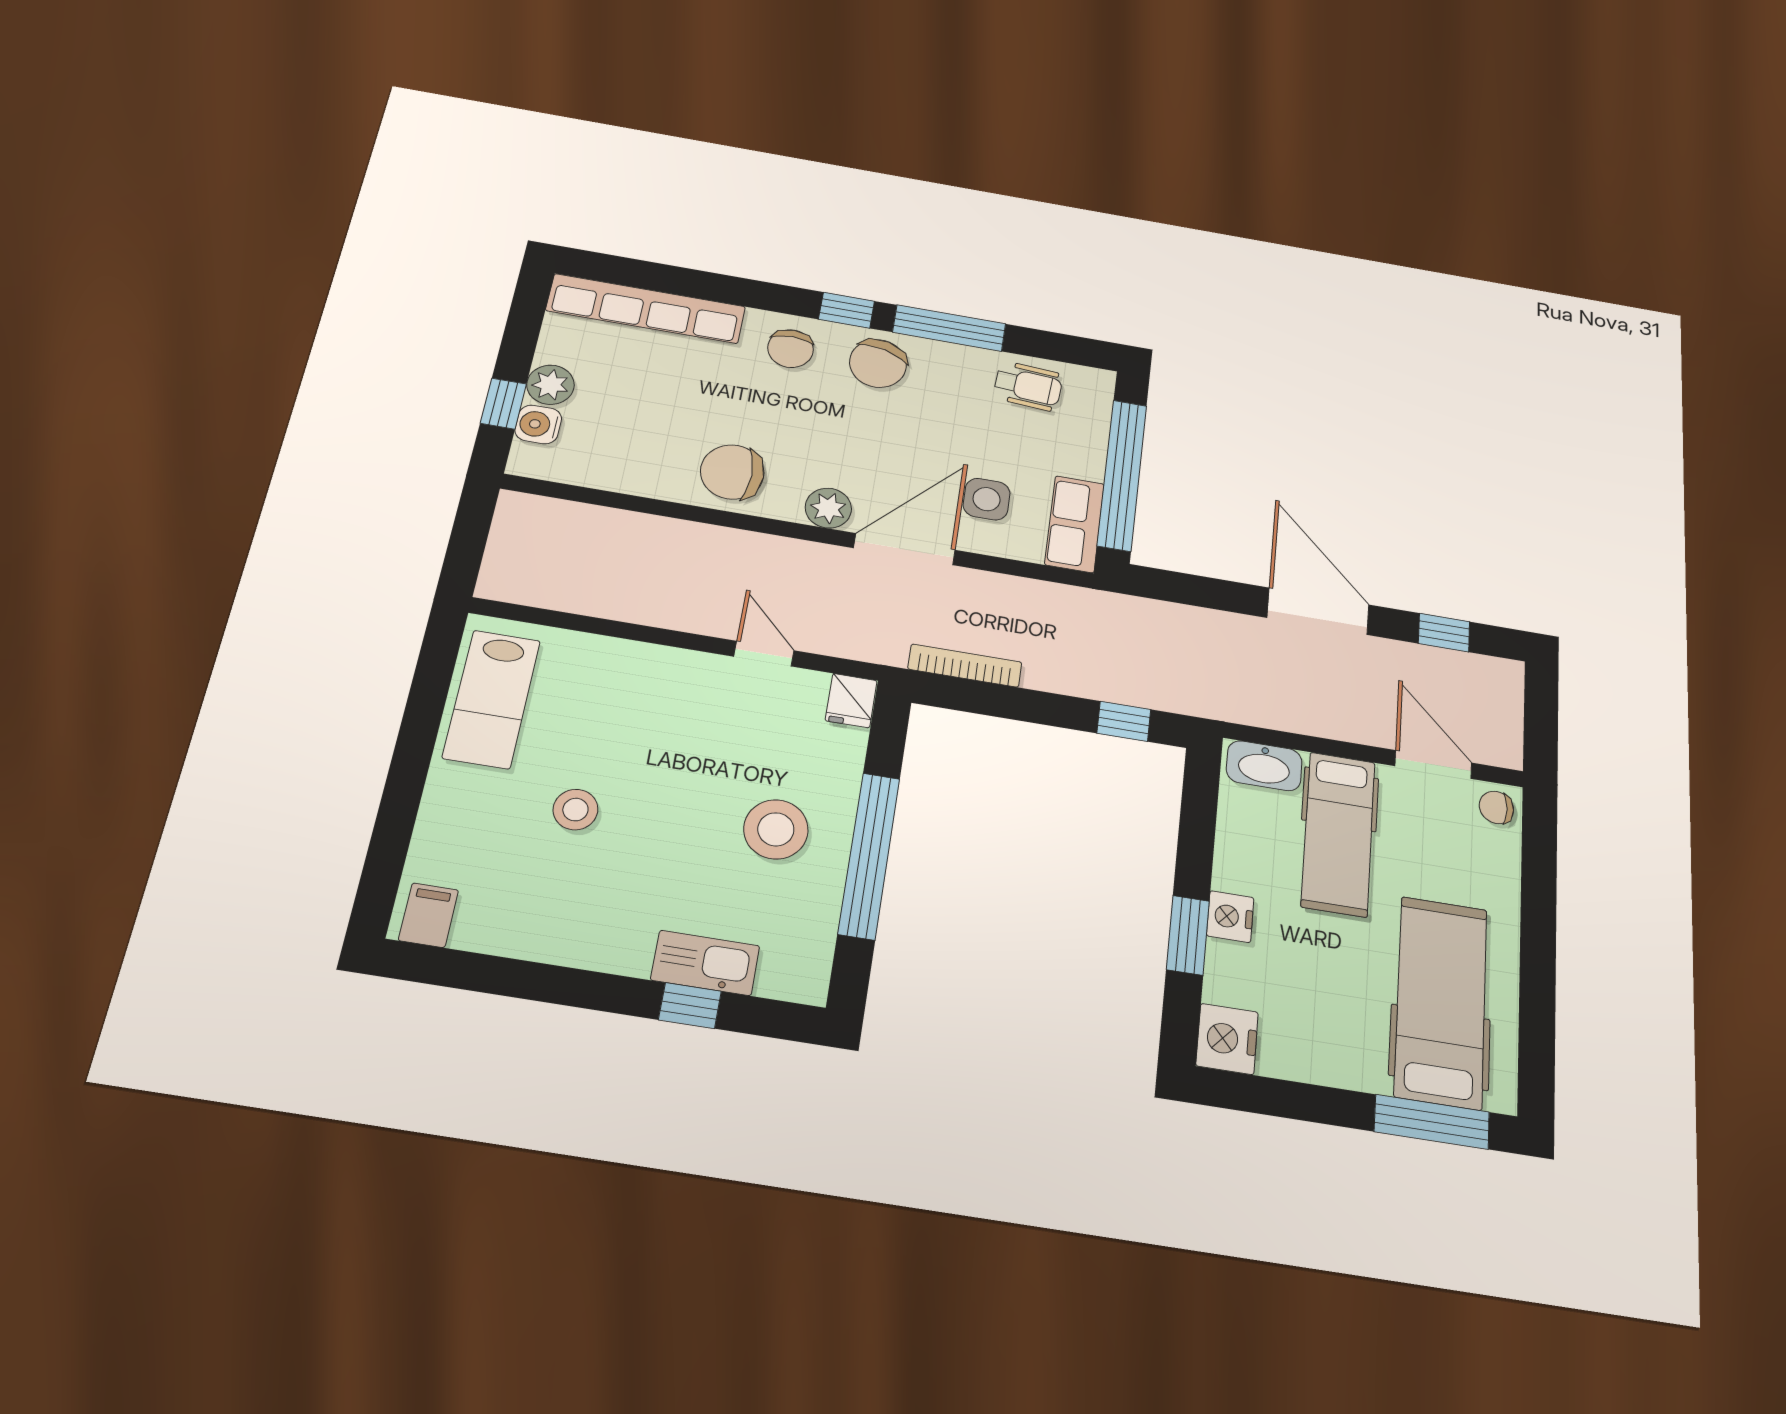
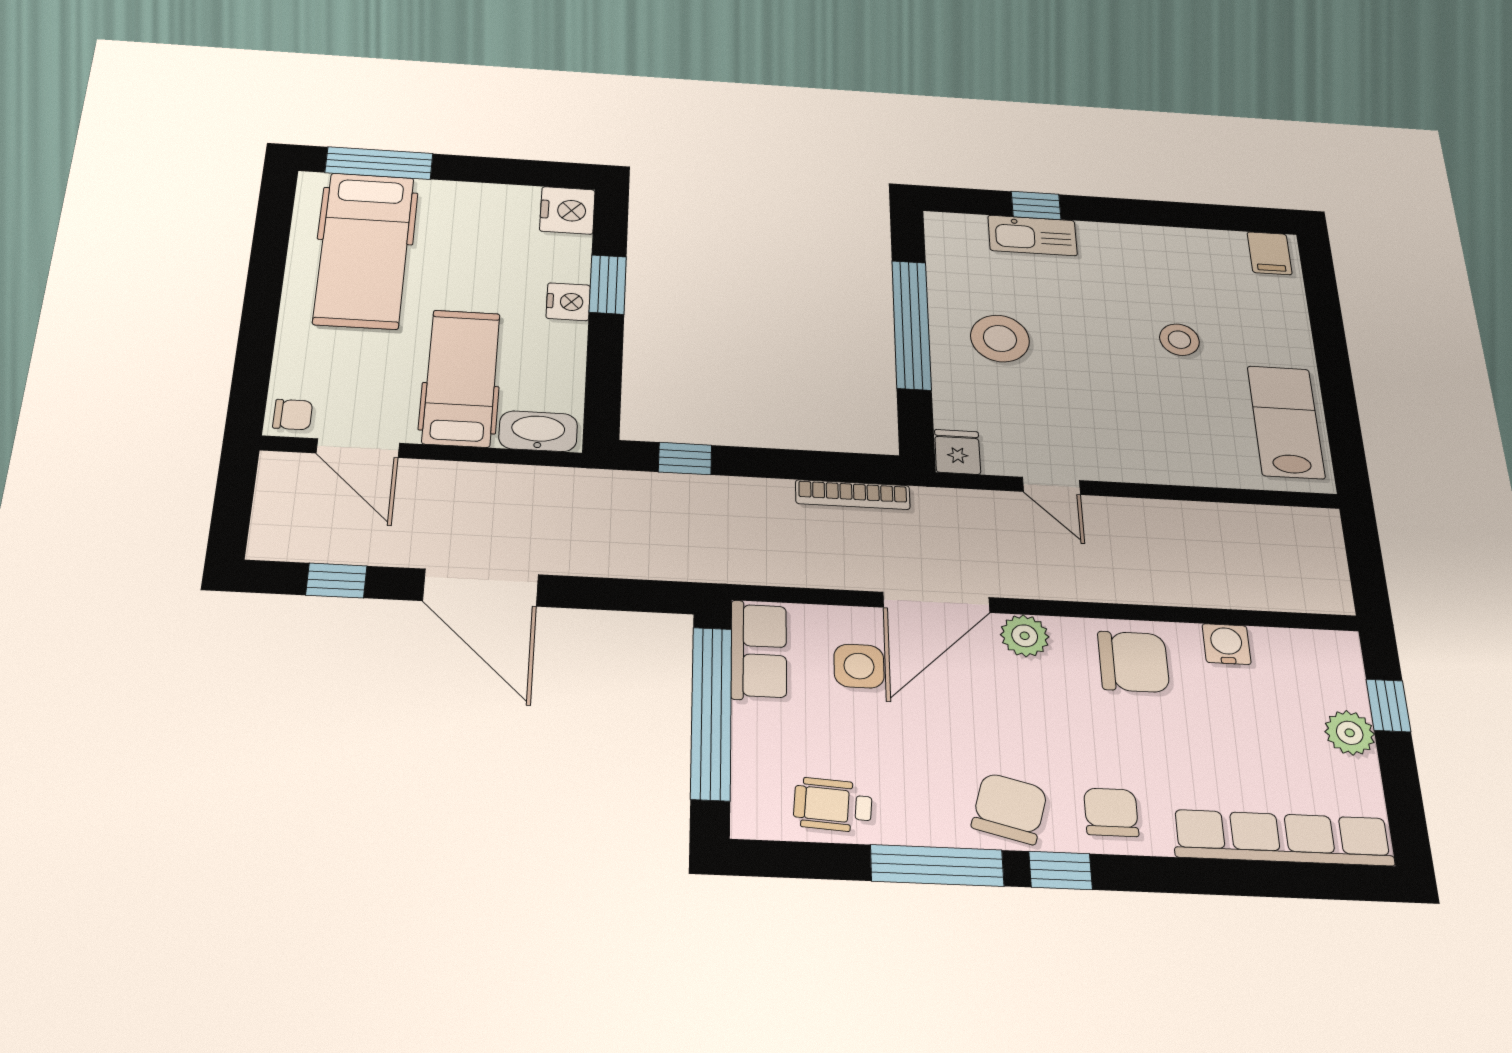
water cooler: (538, 424) -> (1227, 644), moved, turned -90

